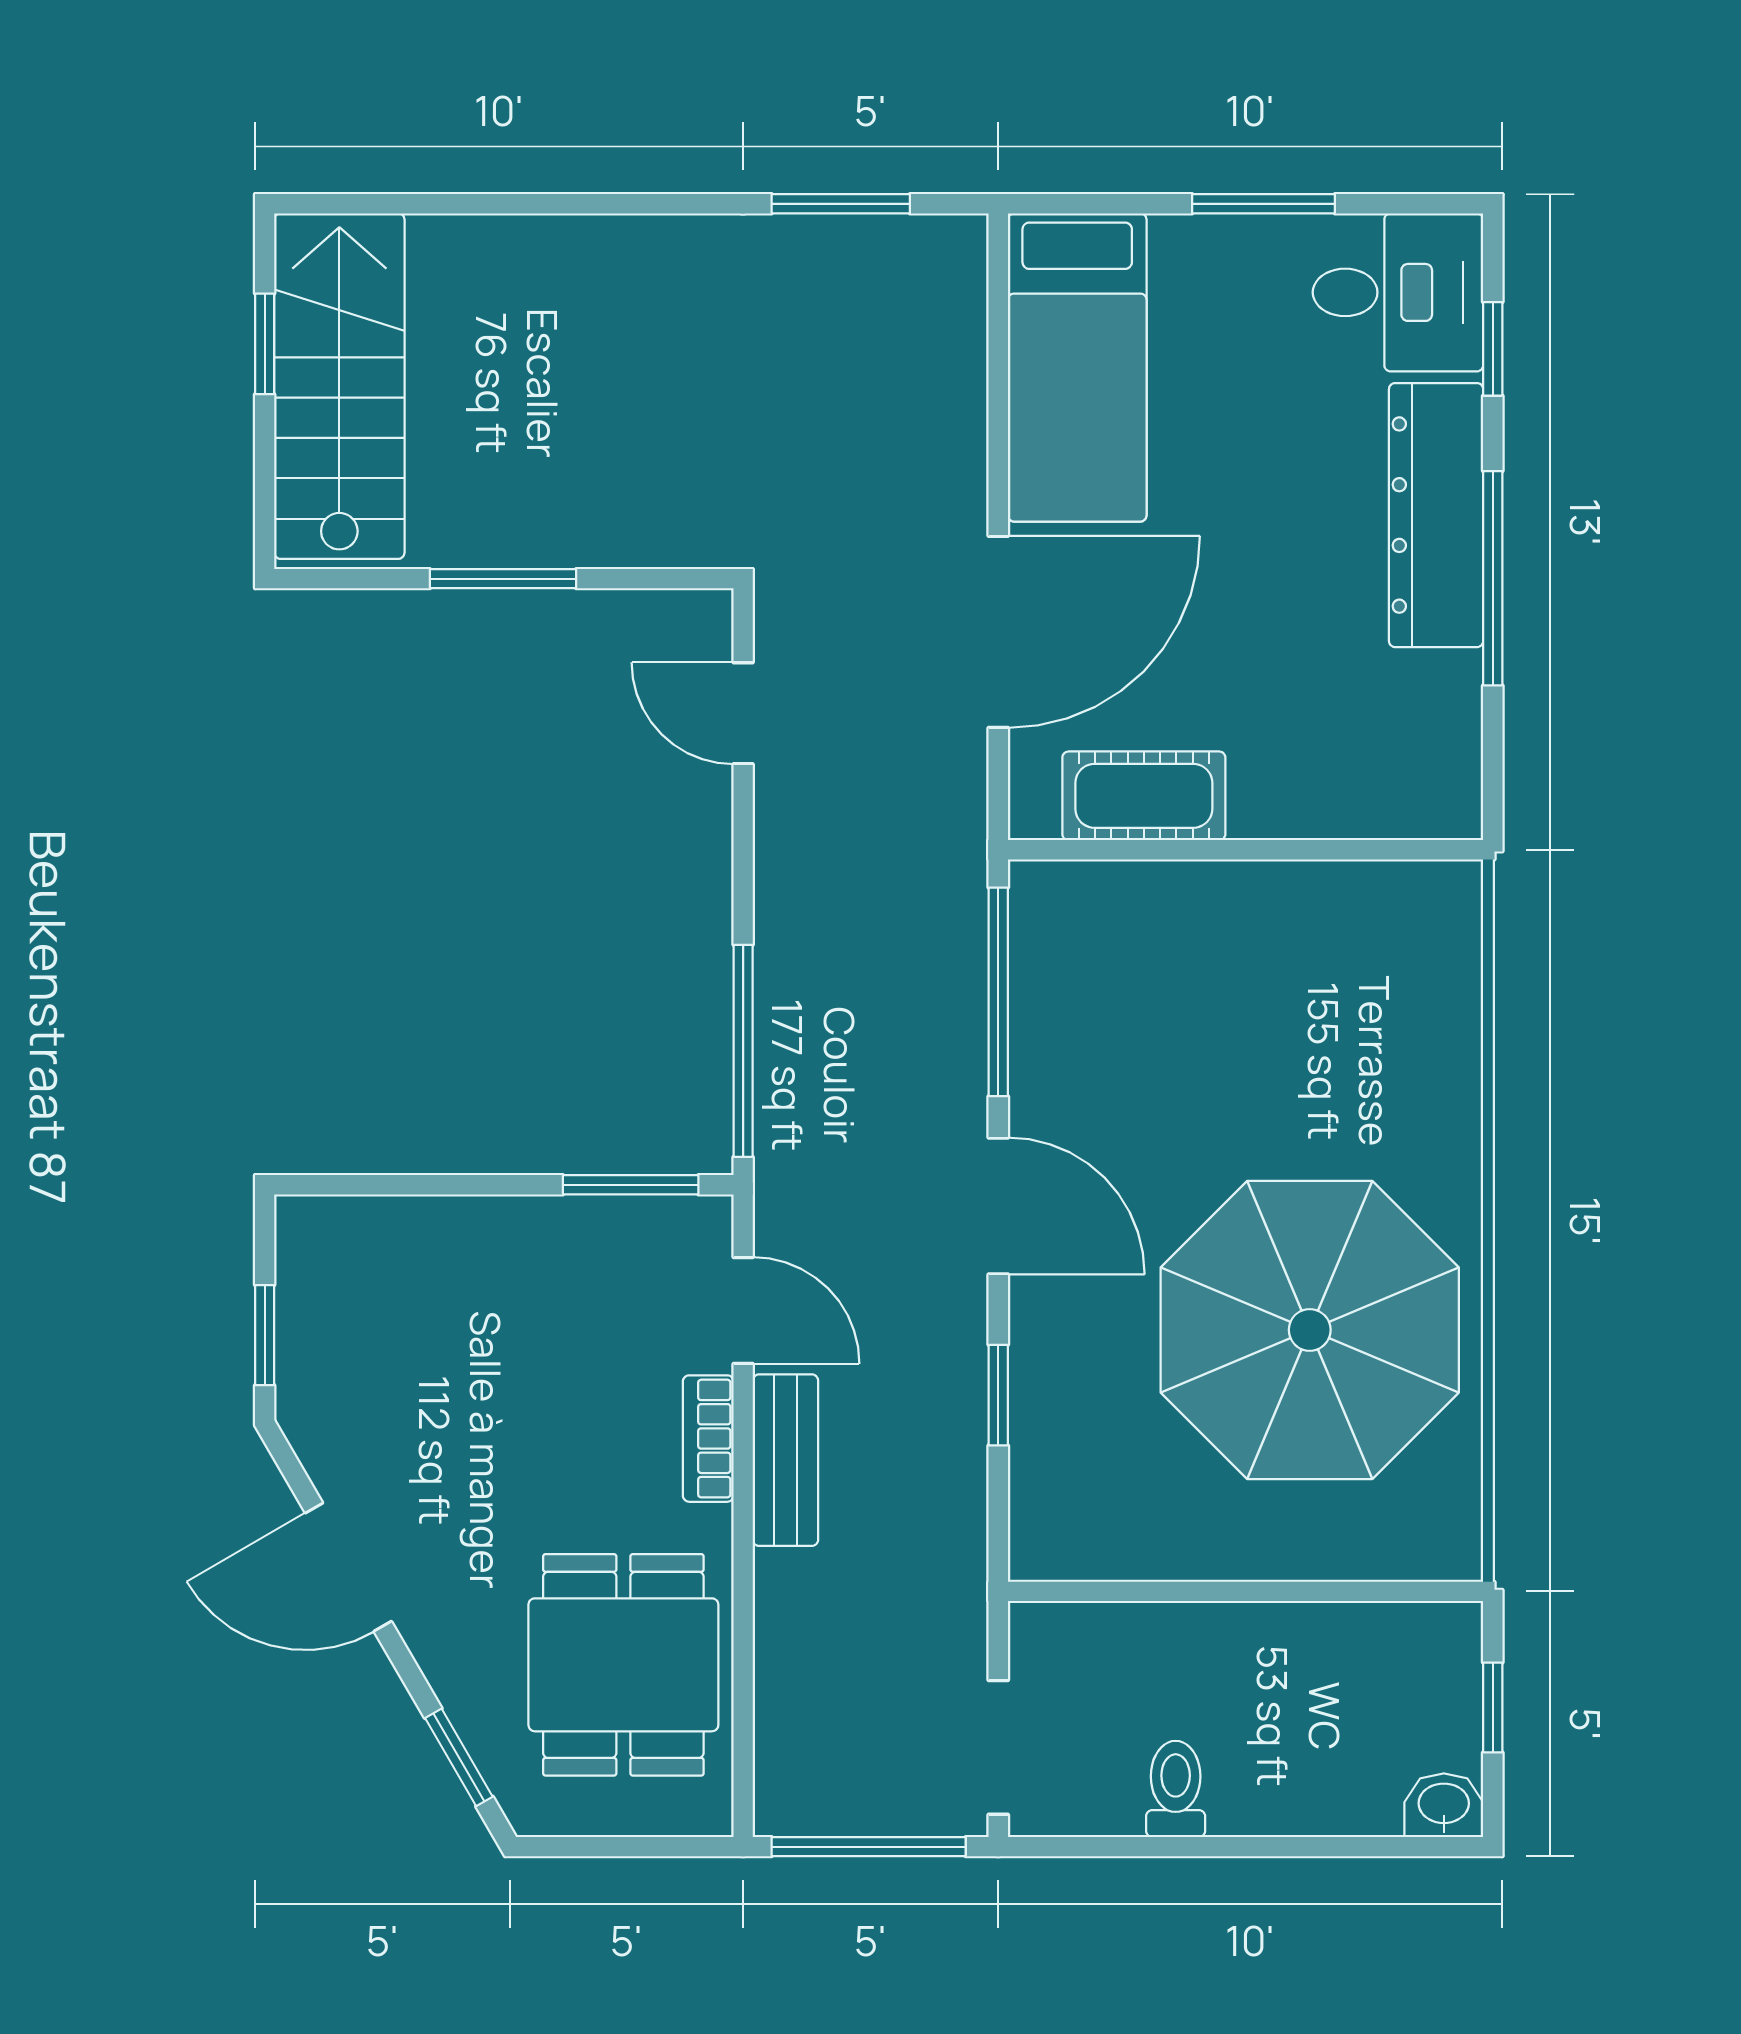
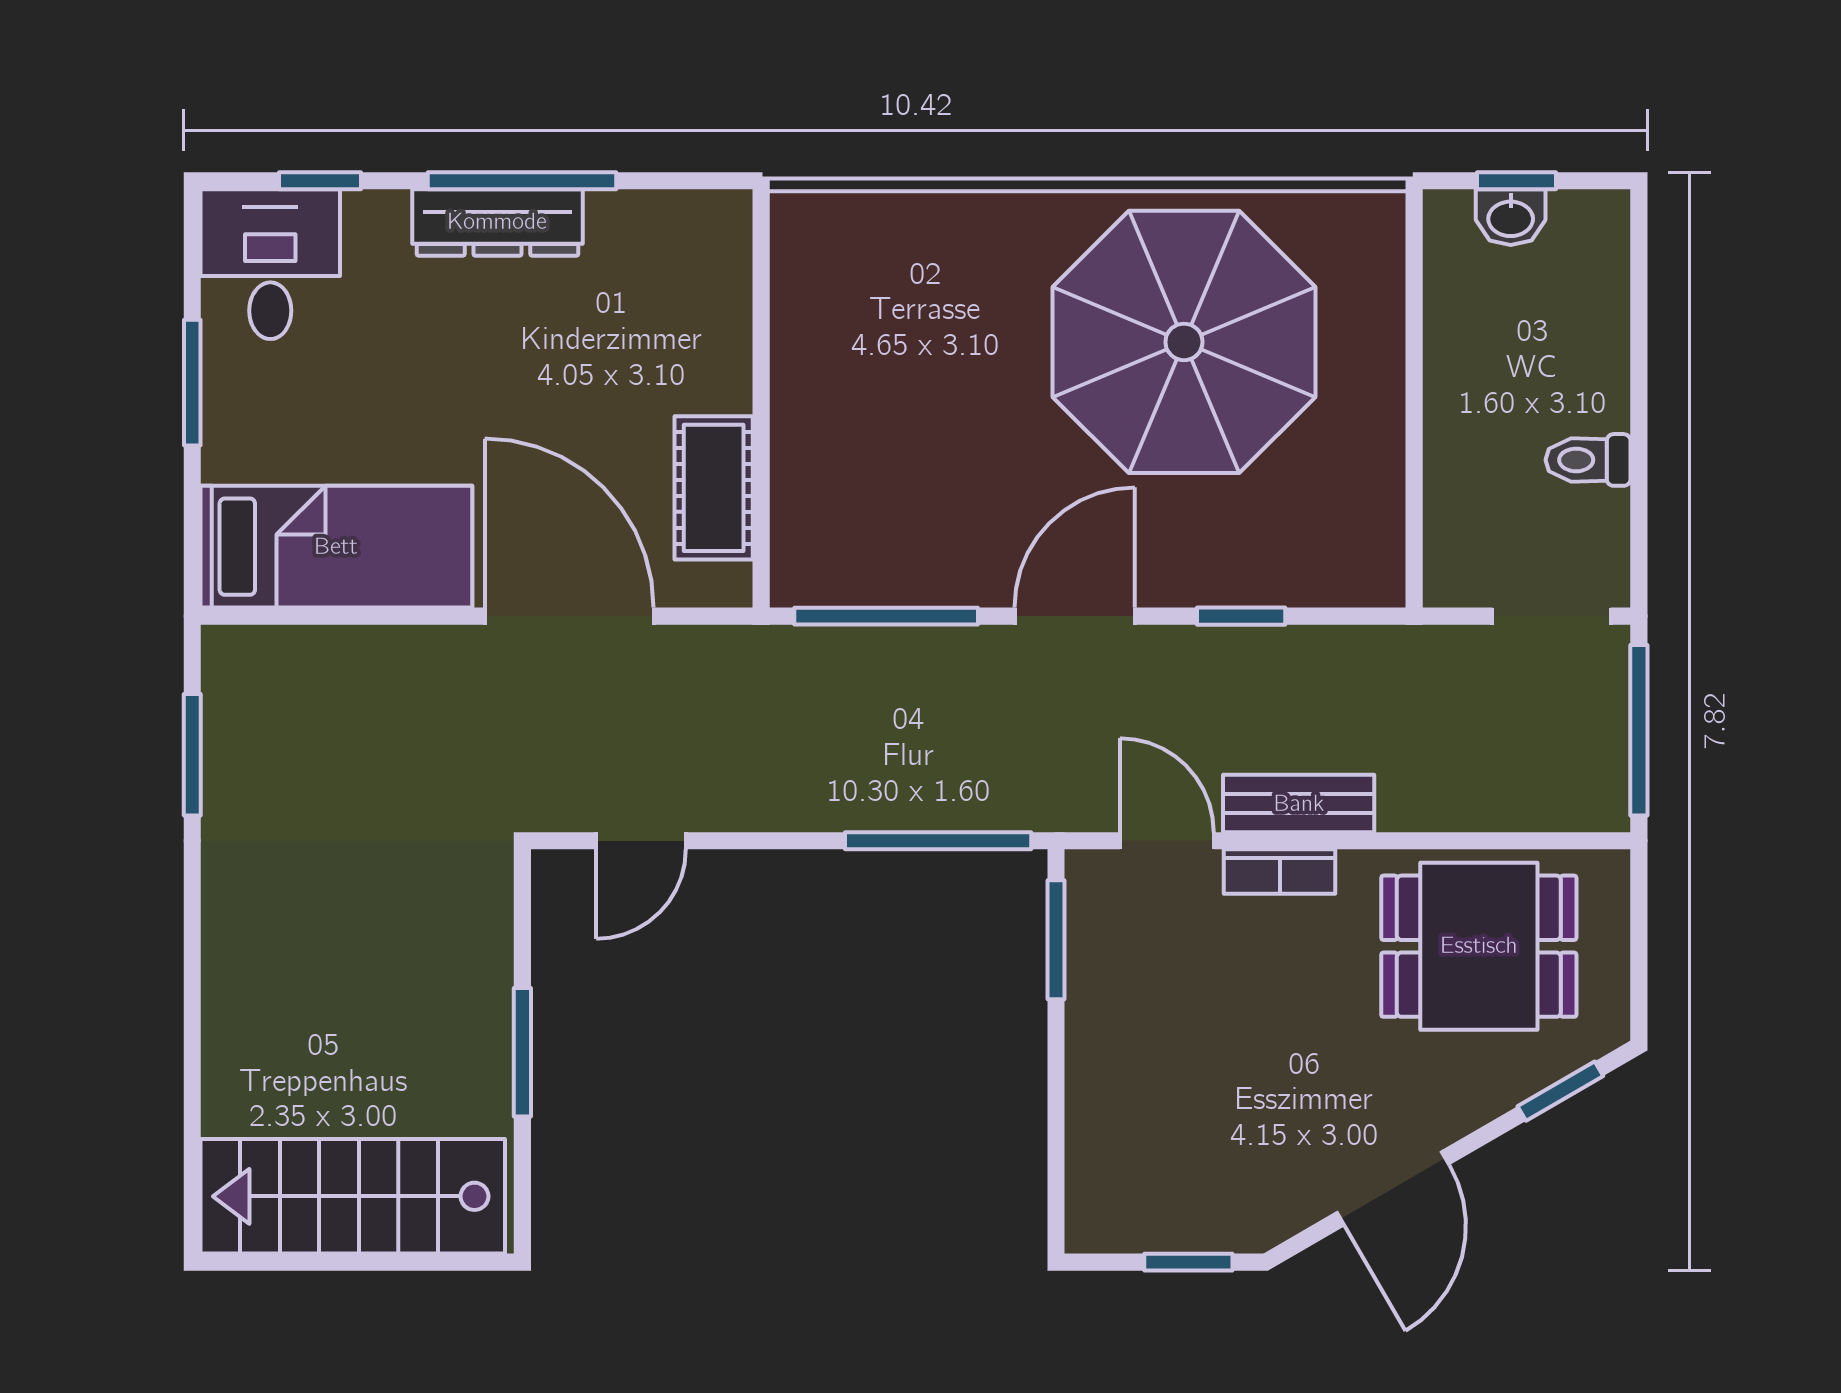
window: (265, 344) -> (316, 1262), removed
dresser: (1436, 515) -> (497, 222), width x0.73, depth x0.80
door: (743, 1311) -> (1167, 841), hinge flipped
washbasin: (1444, 1805) -> (1511, 217), moved, turned -90

